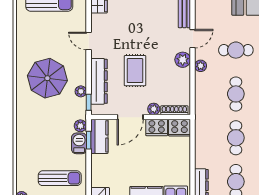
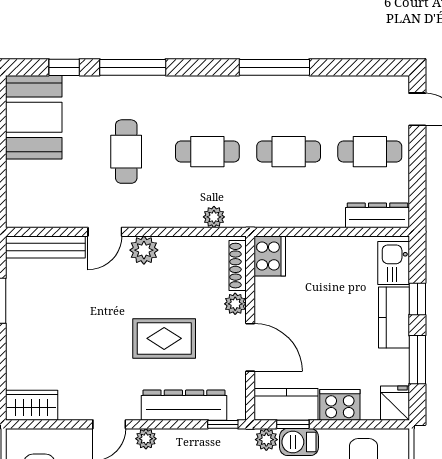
door: (193, 39) -> (105, 232), swing flipped
plant: (201, 66) -> (214, 217), moved
plant: (81, 91) -> (146, 439), moved
cooker: (157, 128) -> (340, 405), moved, turned -90

